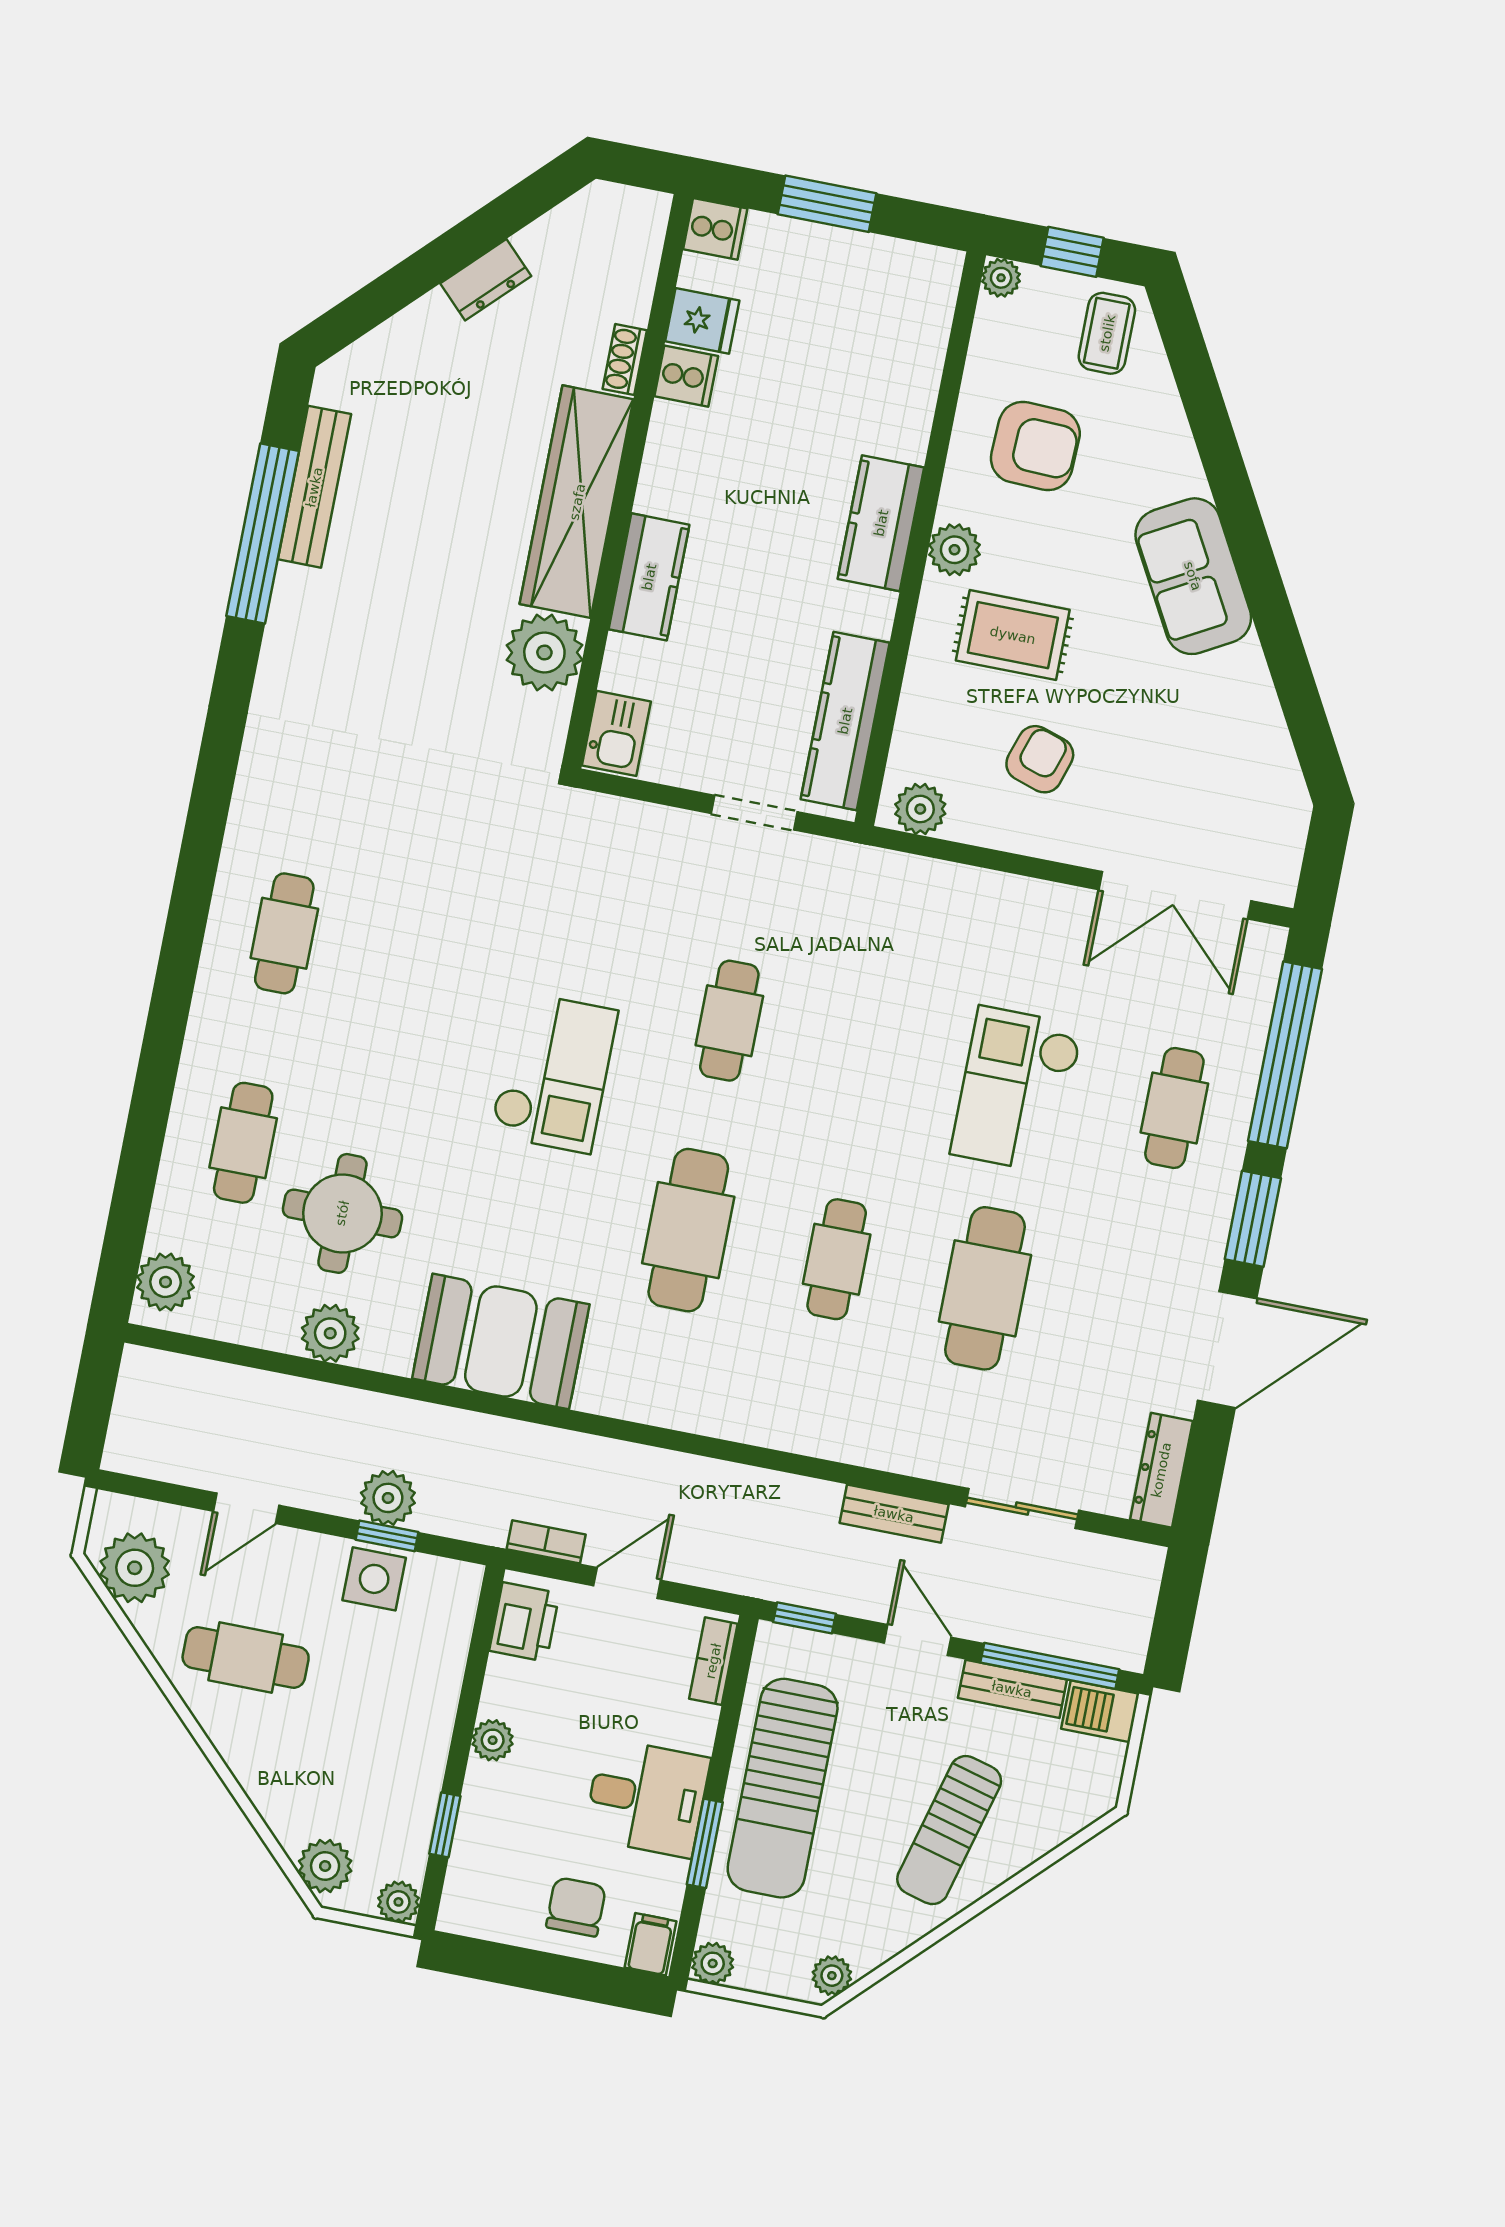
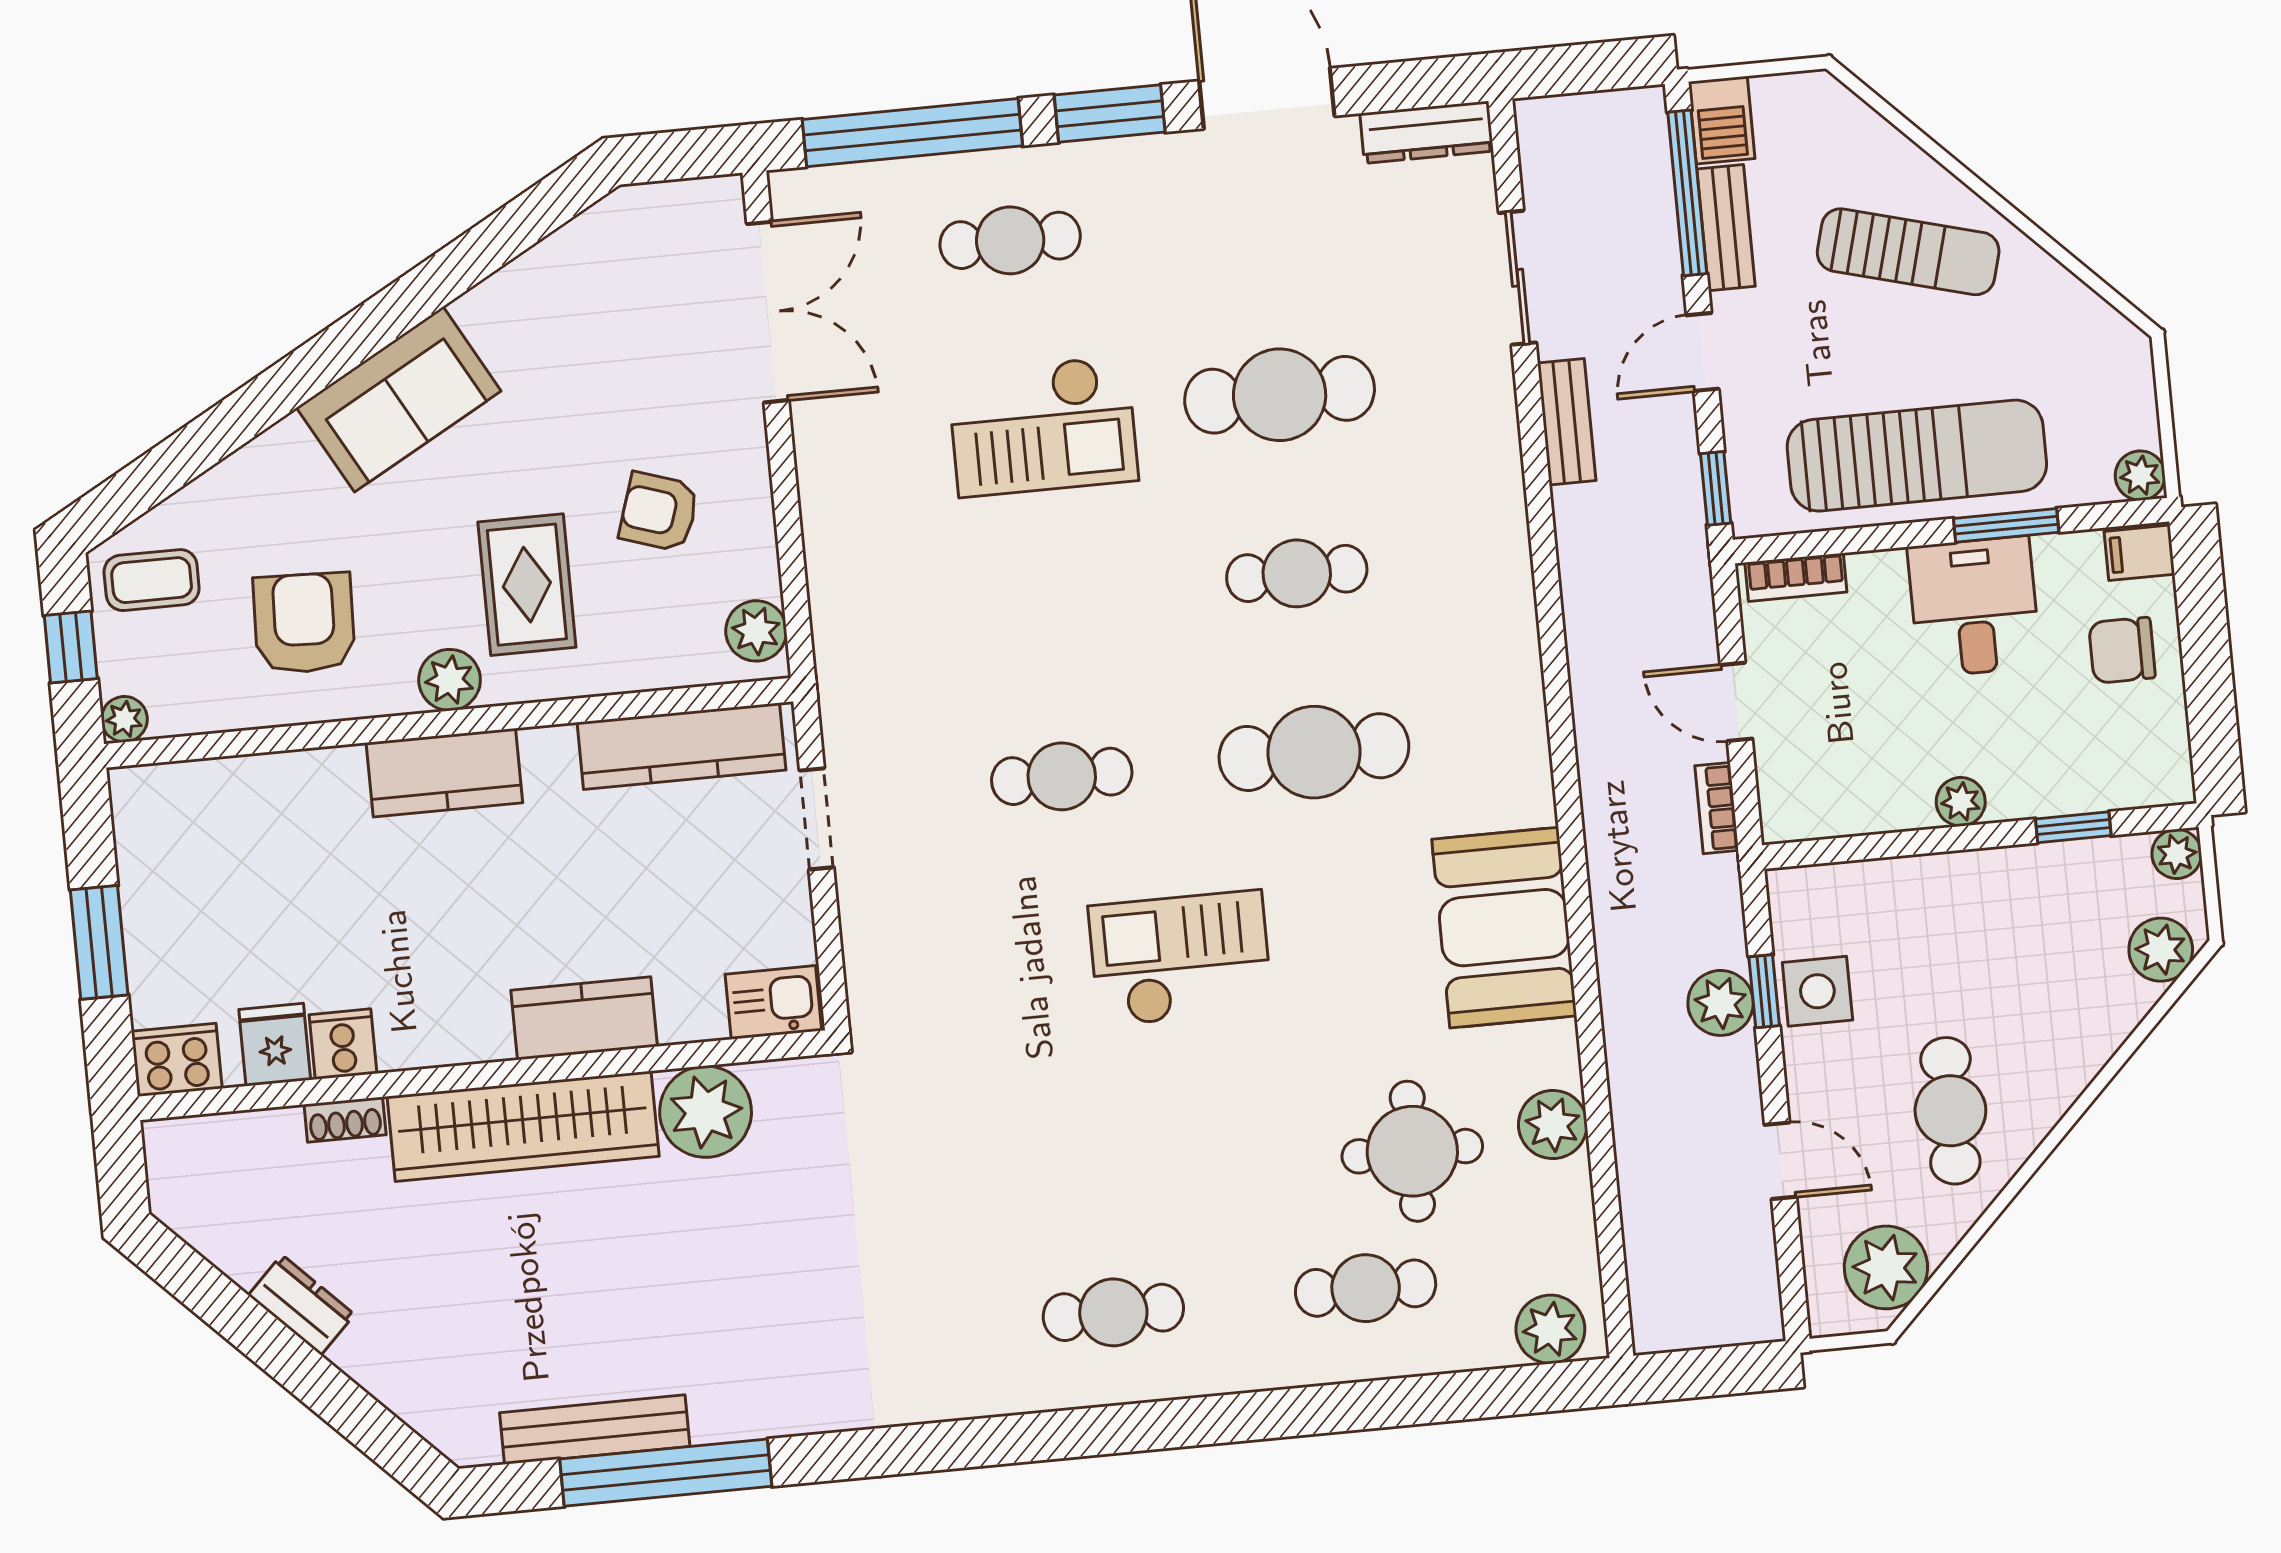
cooker: (715, 229) -> (177, 1060), width x1.36
printer: (524, 1622) -> (1815, 806), removed
plant: (832, 1976) -> (2114, 336), removed

